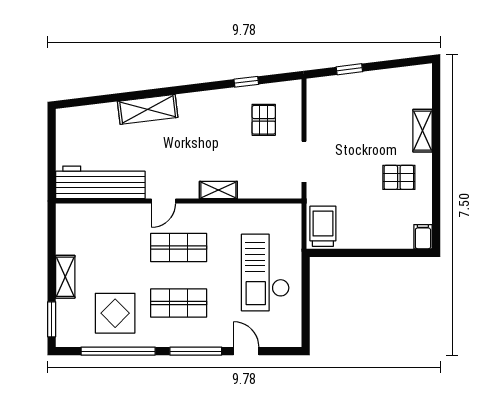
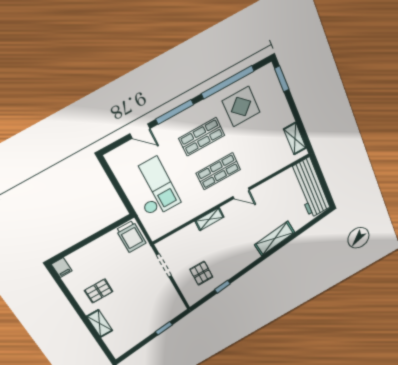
workbench: (100, 182) -> (310, 188), moved, turned 90
door: (164, 201) -> (241, 193), swing flipped
shelving: (65, 277) -> (295, 139), moved

